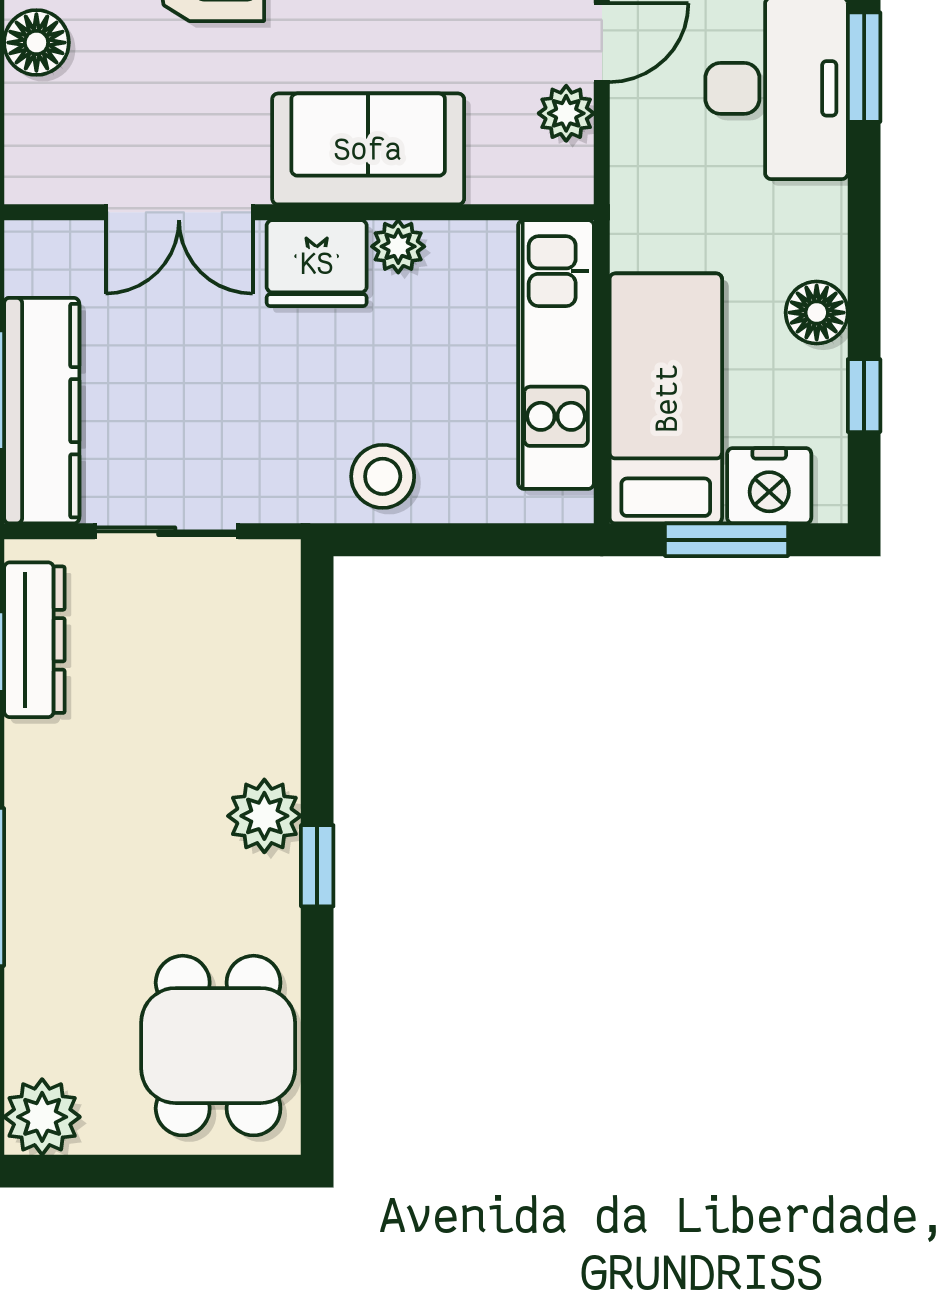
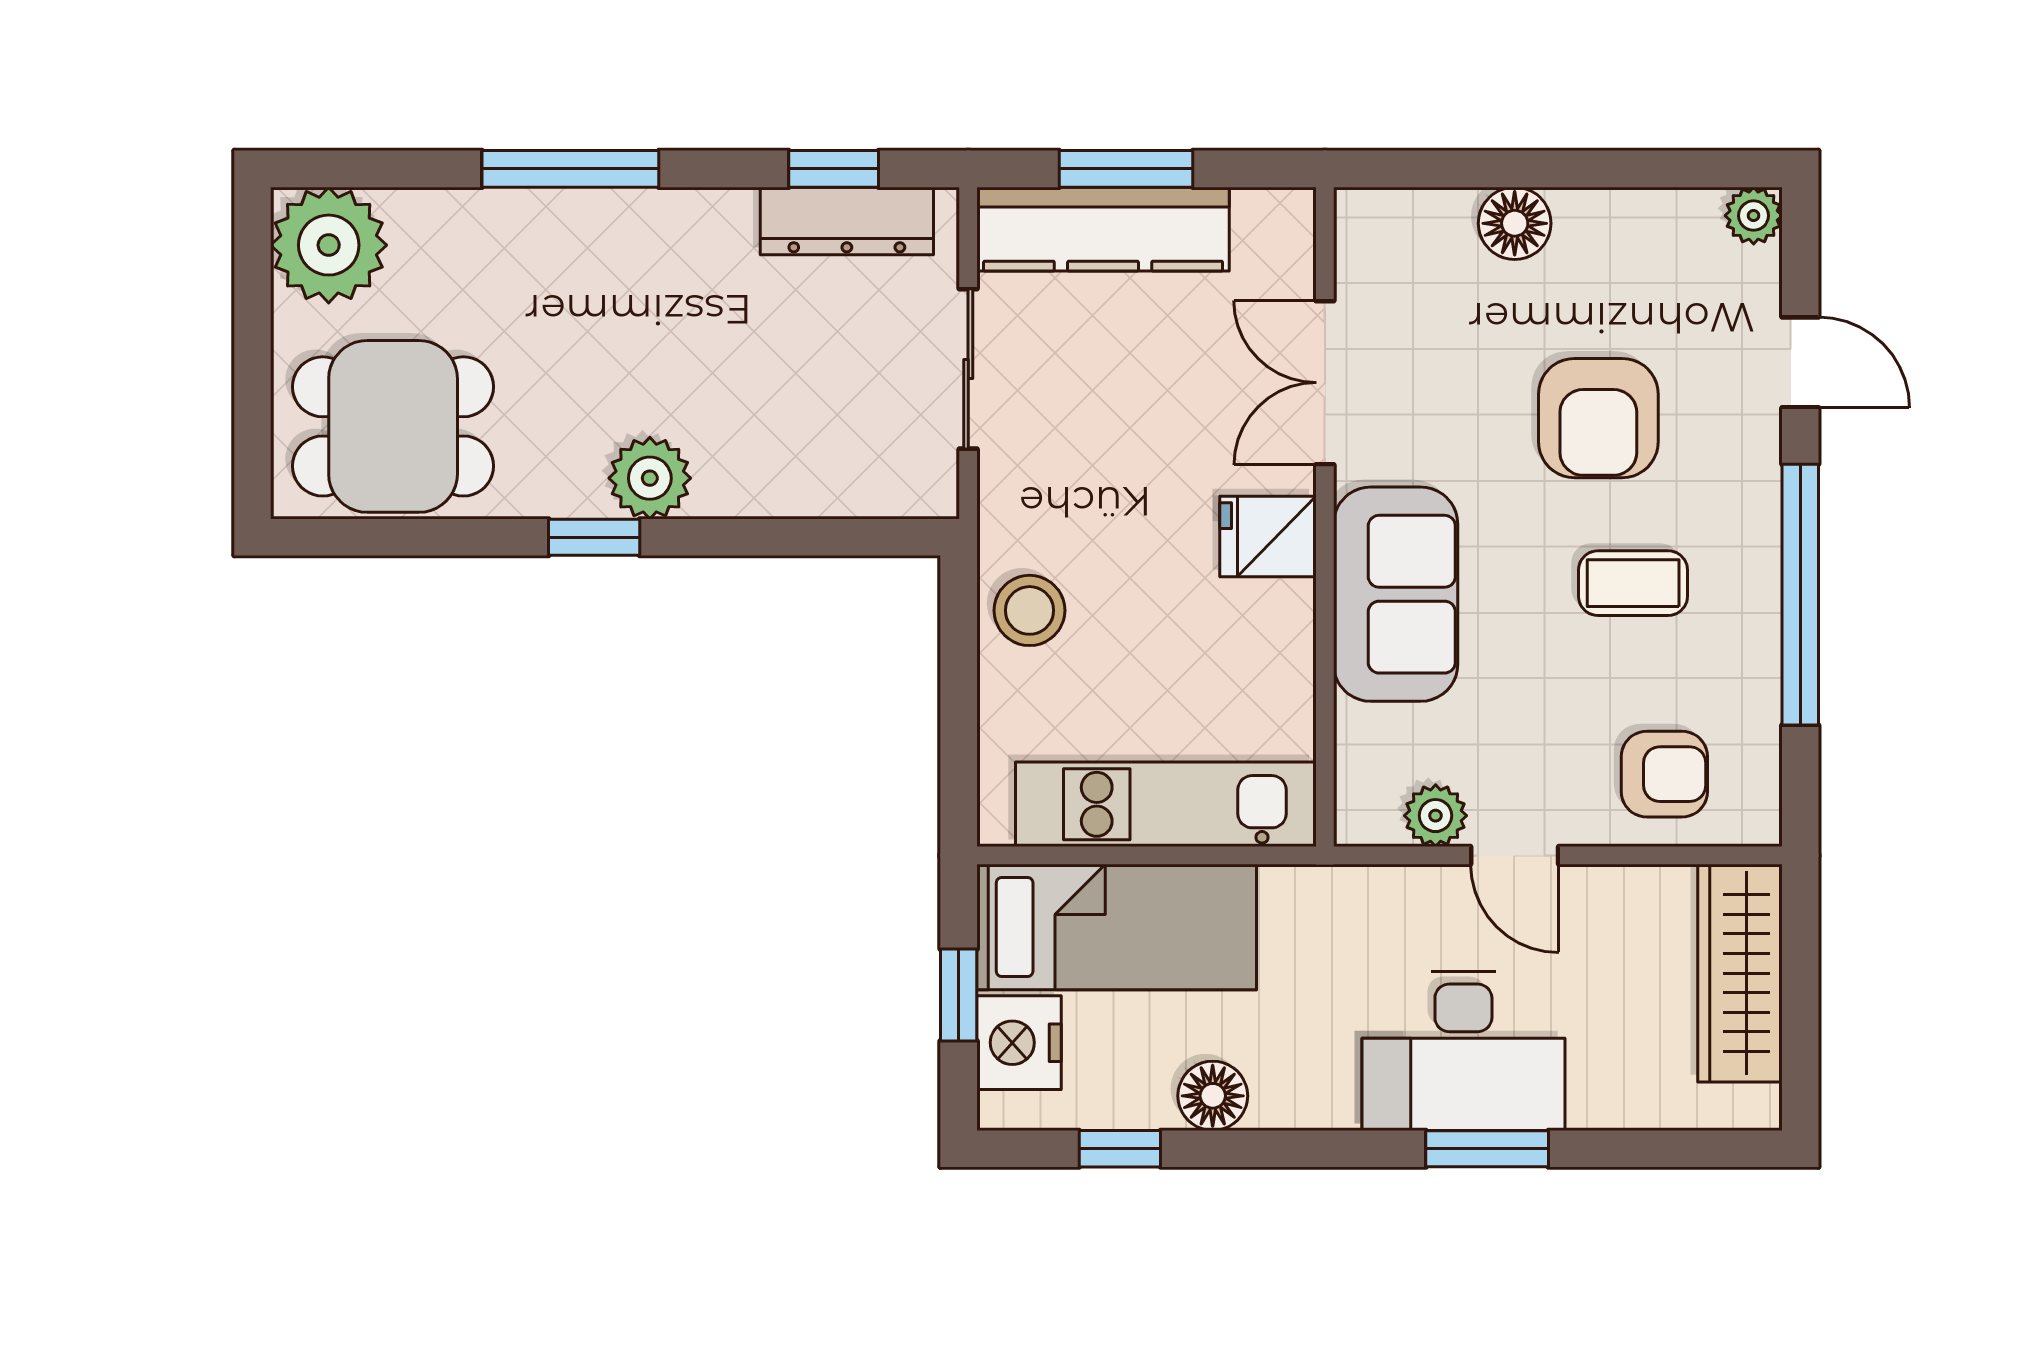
plant: (398, 246) -> (1287, 628), removed
fridge: (317, 263) -> (1268, 537), width x0.72
window: (727, 540) -> (959, 995), width x0.67
plant: (42, 1117) -> (329, 245), width x1.36, depth x1.36

